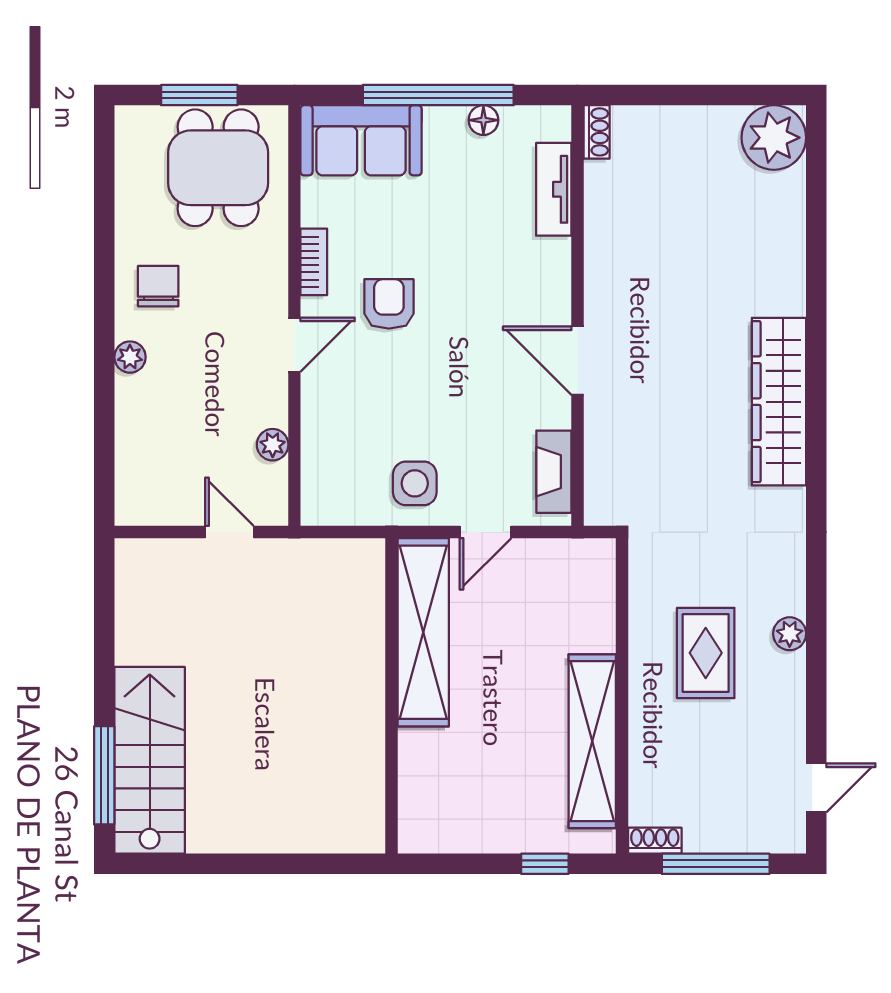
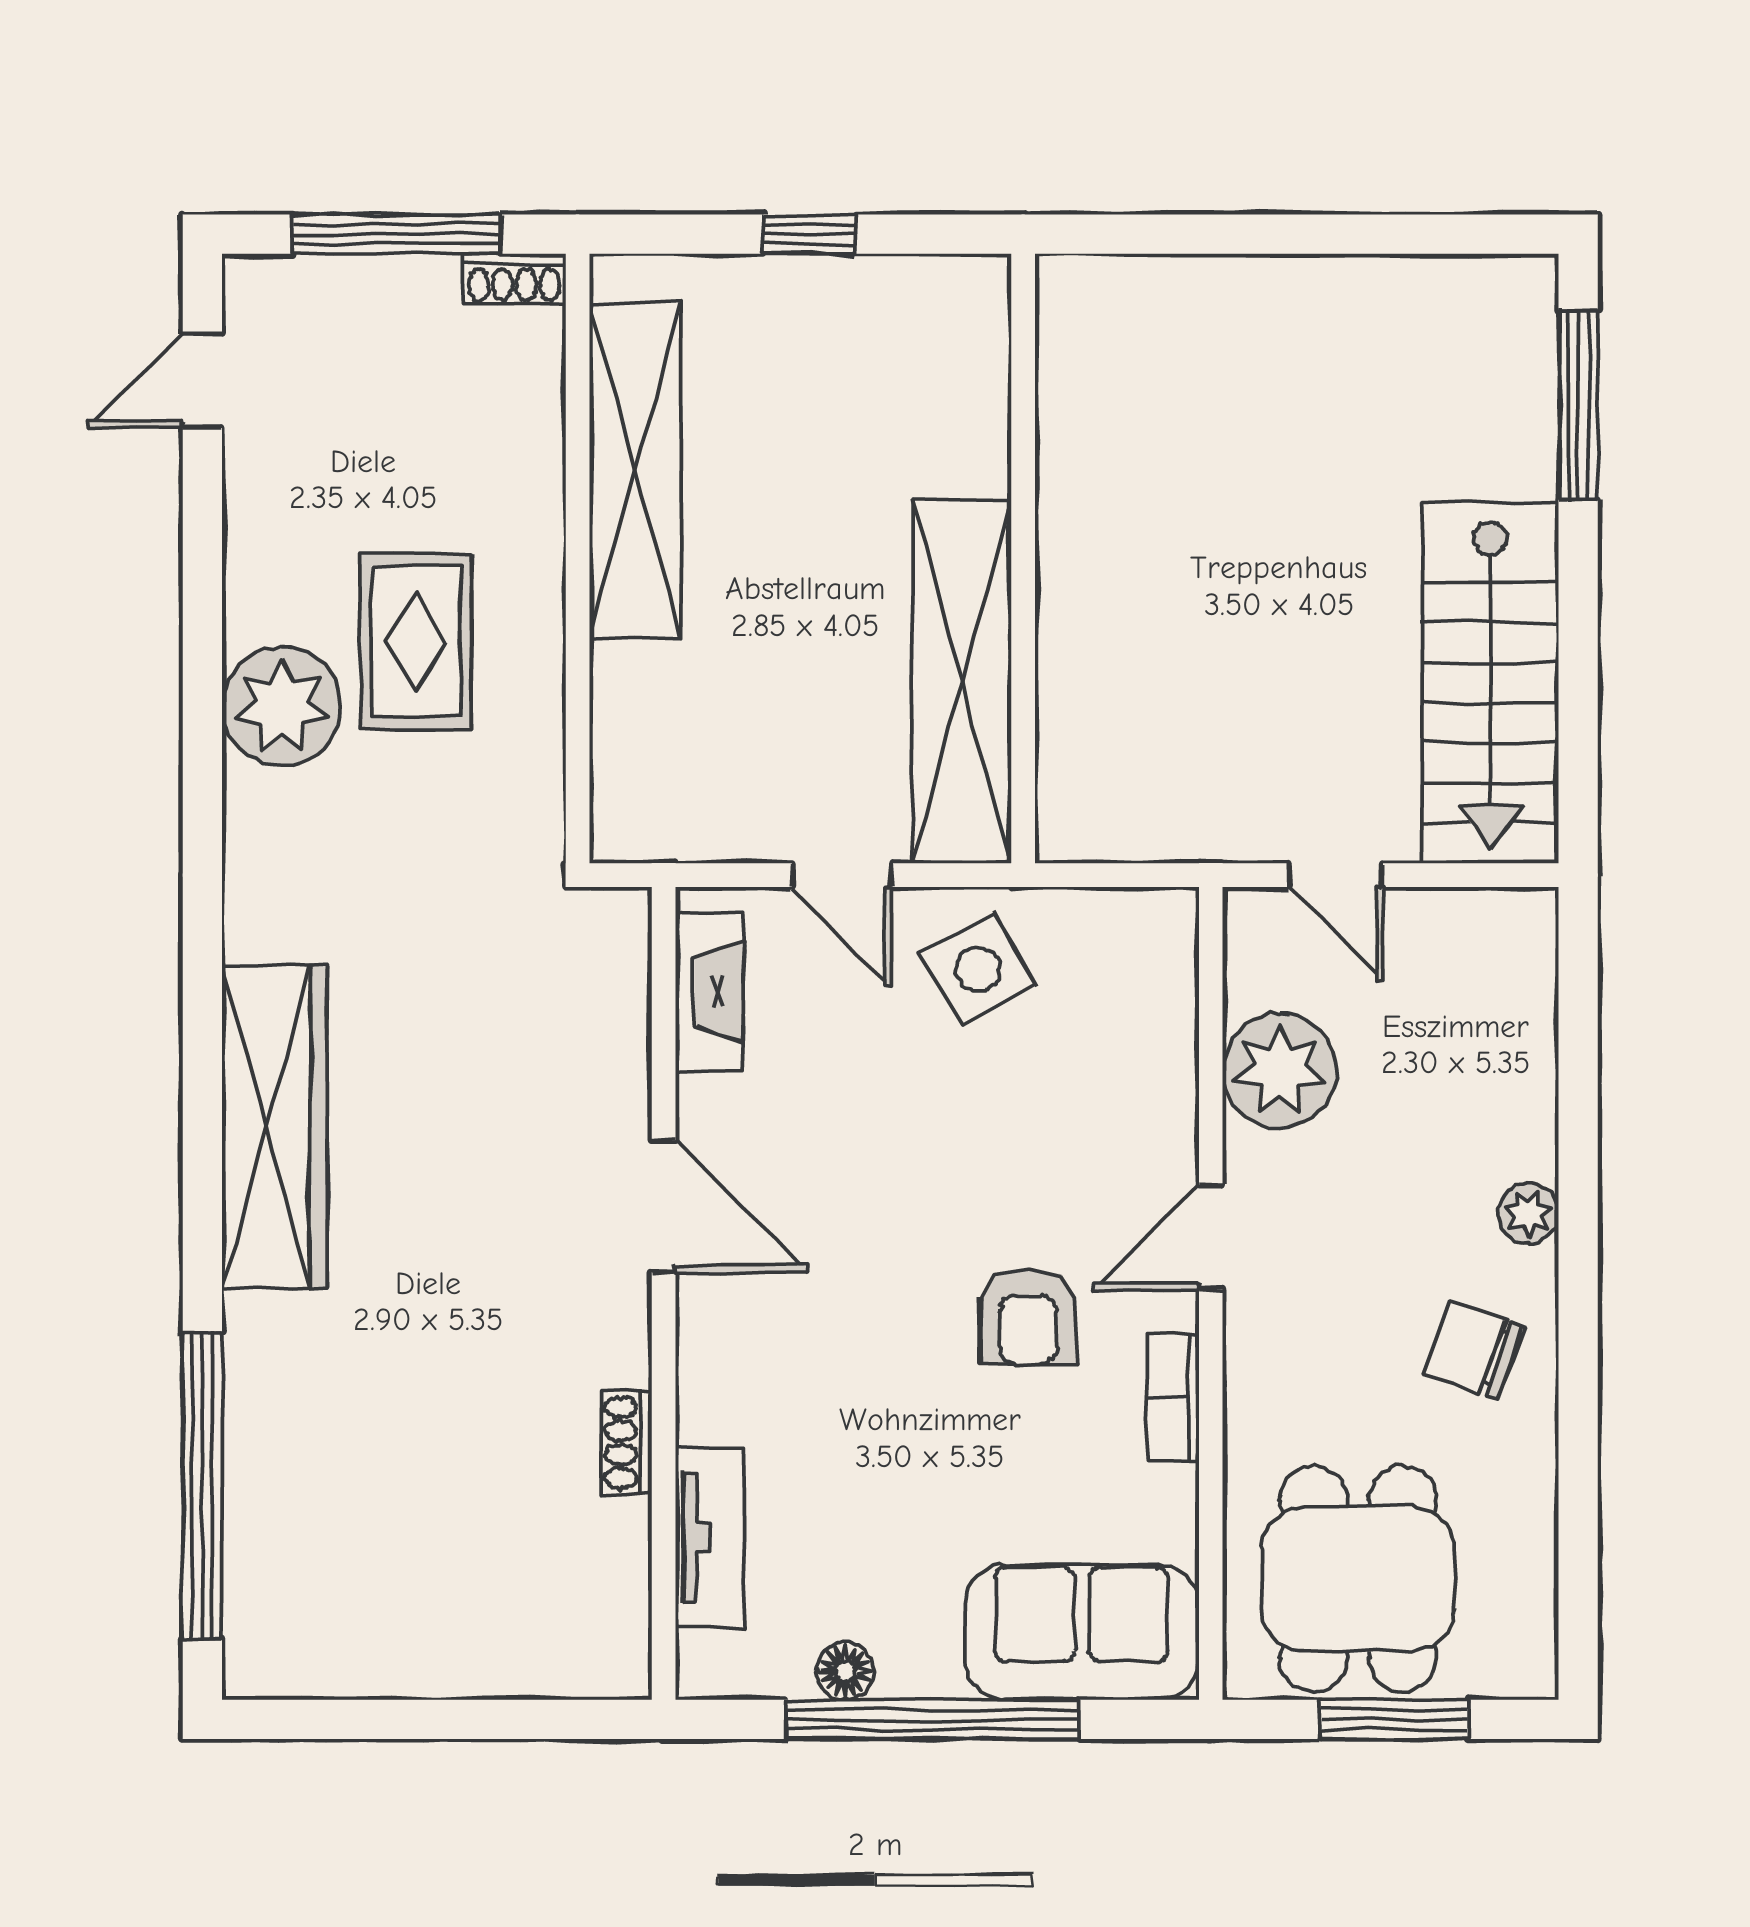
shoe rack: (597, 132) -> (627, 1443), moved
plant: (774, 138) -> (284, 1637), removed
window: (816, 216) -> (202, 1486), added
chair: (158, 286) -> (1474, 1350), turned 109
plant: (273, 445) -> (1280, 1071), width x1.87, depth x1.87
side table: (415, 483) -> (978, 969), turned -30
door: (485, 532) -> (841, 875), swing flipped
plant: (790, 634) -> (282, 707), width x1.88, depth x1.88
stairs: (150, 760) -> (1491, 683), moved
window: (545, 864) -> (809, 234), moved

